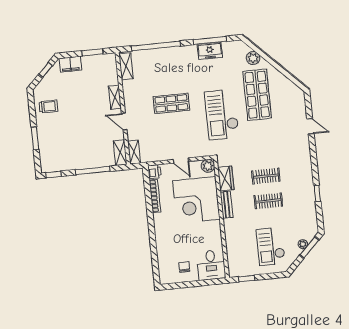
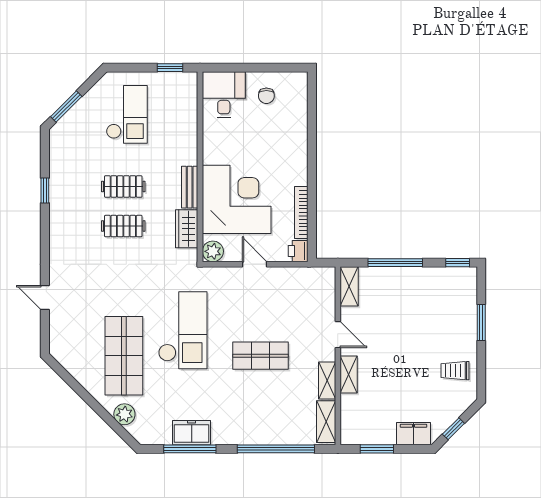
shelving: (134, 152) -> (327, 381), moved
plant: (303, 244) -> (76, 113), removed

